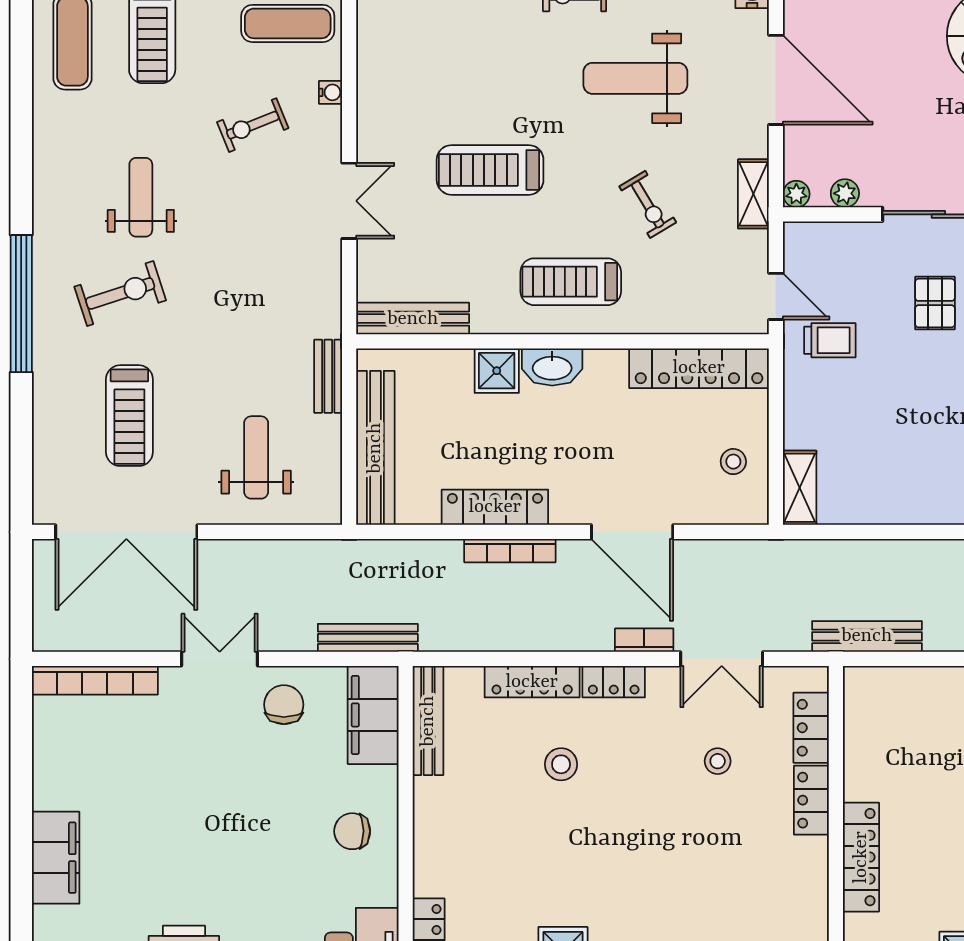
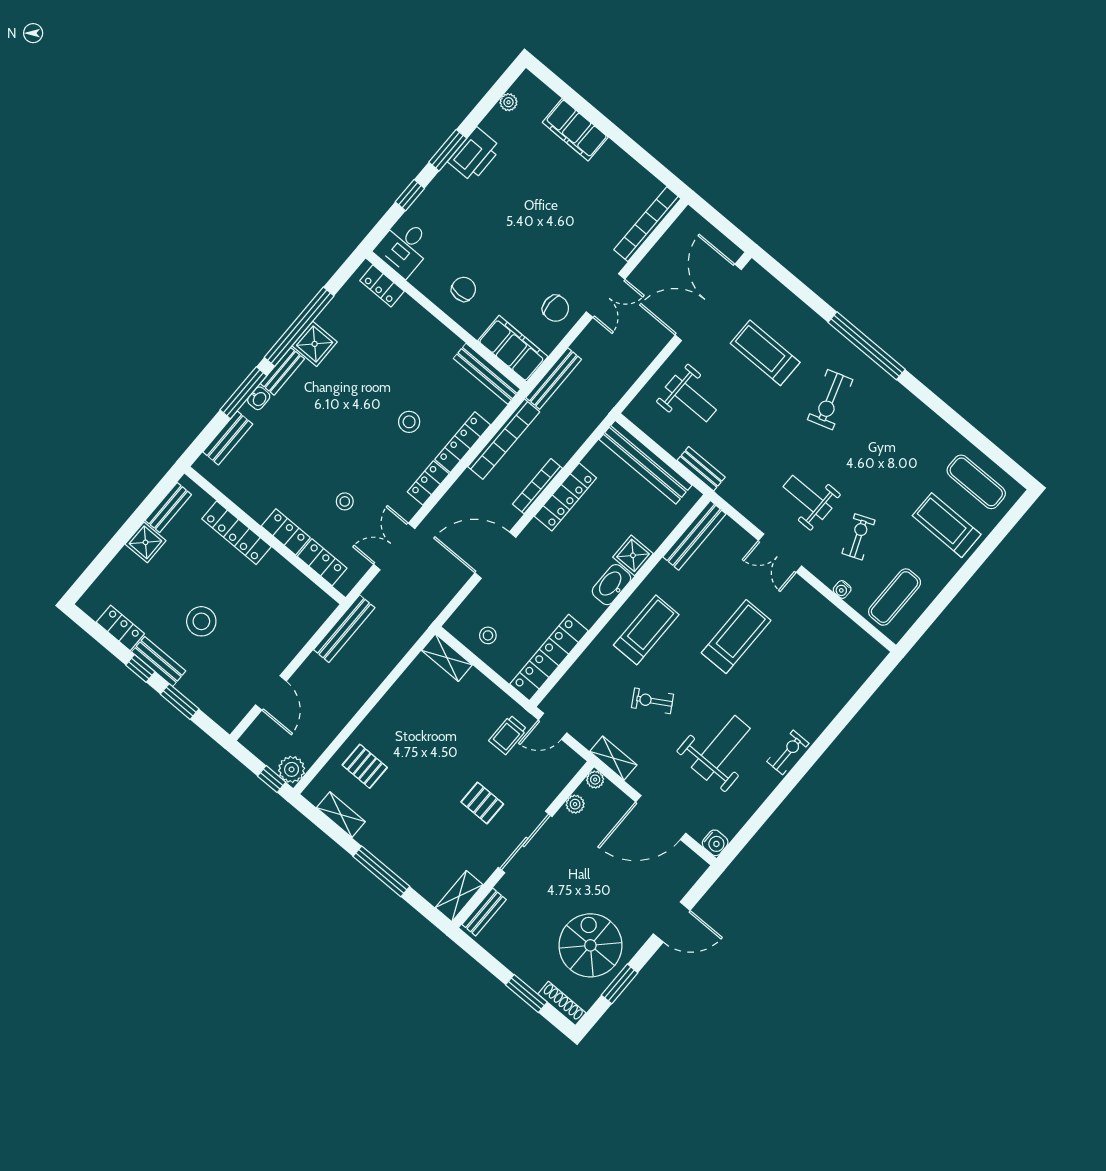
weight bench: (141, 197) -> (808, 497), moved, turned 180
bookcase: (644, 640) -> (504, 439), moved, width x2.31, depth x1.31

